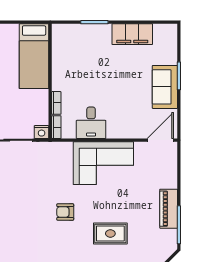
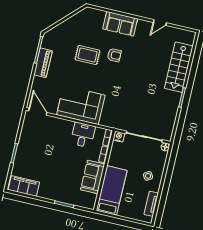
filing cabinet: (132, 34) -> (24, 186), moved
sofa: (165, 87) -> (93, 177), moved, turned 180
door: (160, 140) -> (38, 112), swing flipped
armchair: (65, 212) -> (114, 55), moved

